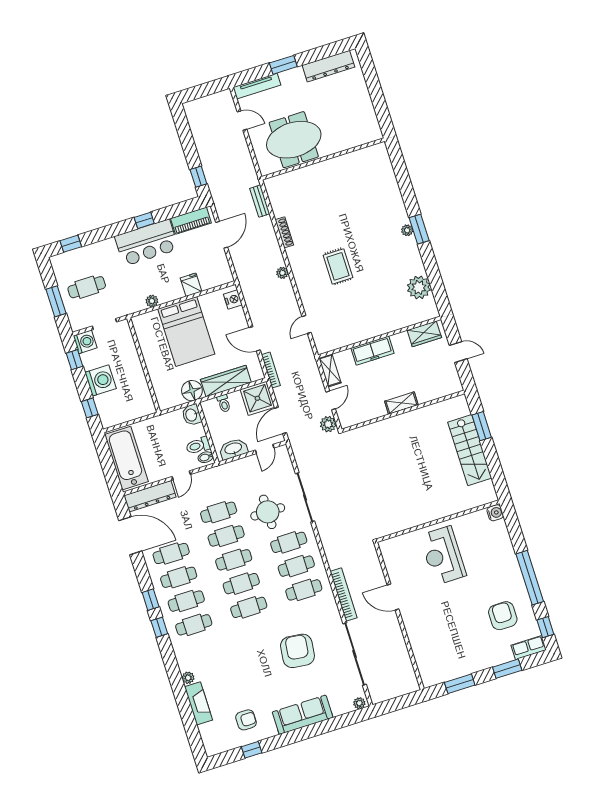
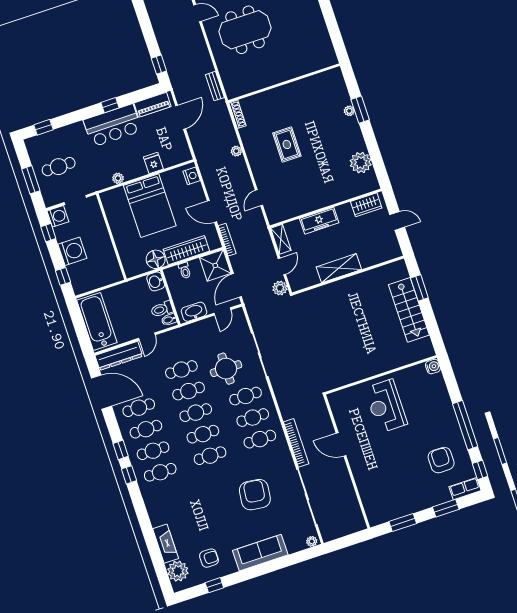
wall: (323, 159) -> (284, 83), moved
shelving: (401, 403) -> (339, 268), width x1.50, depth x1.33
plant: (188, 678) -> (178, 571), moved, width x1.87, depth x1.87

